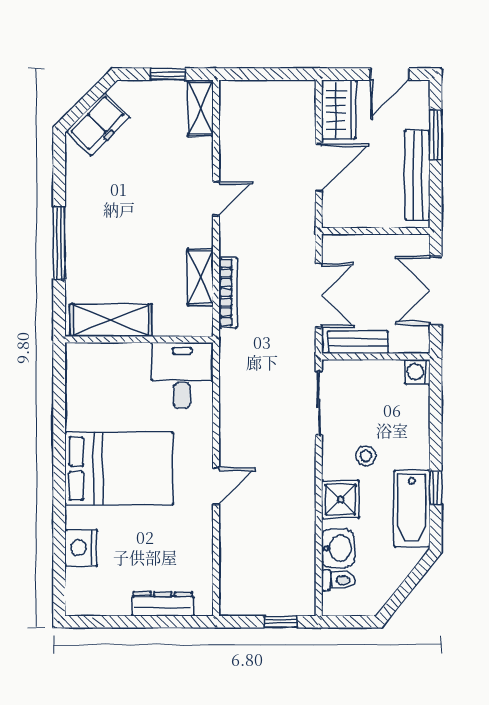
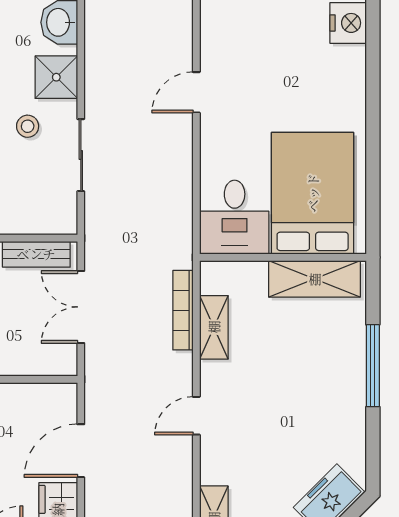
sliding door: (319, 403) -> (81, 155), moved
bed: (119, 468) -> (313, 193), moved, turned 90

